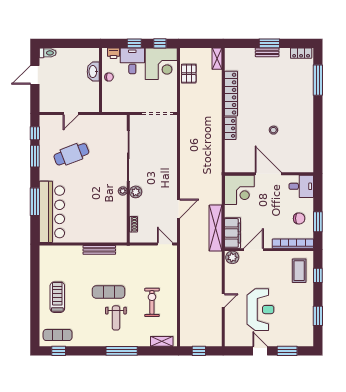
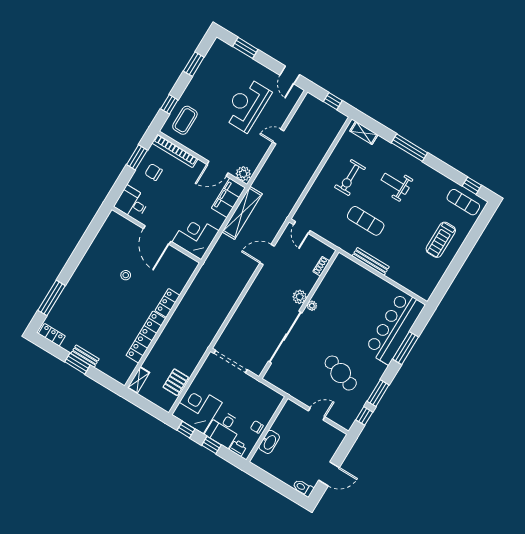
cafe table: (71, 154) -> (341, 373), turned 40
exercise mat: (109, 292) -> (366, 221), moved
weight bench: (116, 318) -> (395, 184), turned -90
door: (260, 351) -> (290, 75), moved

